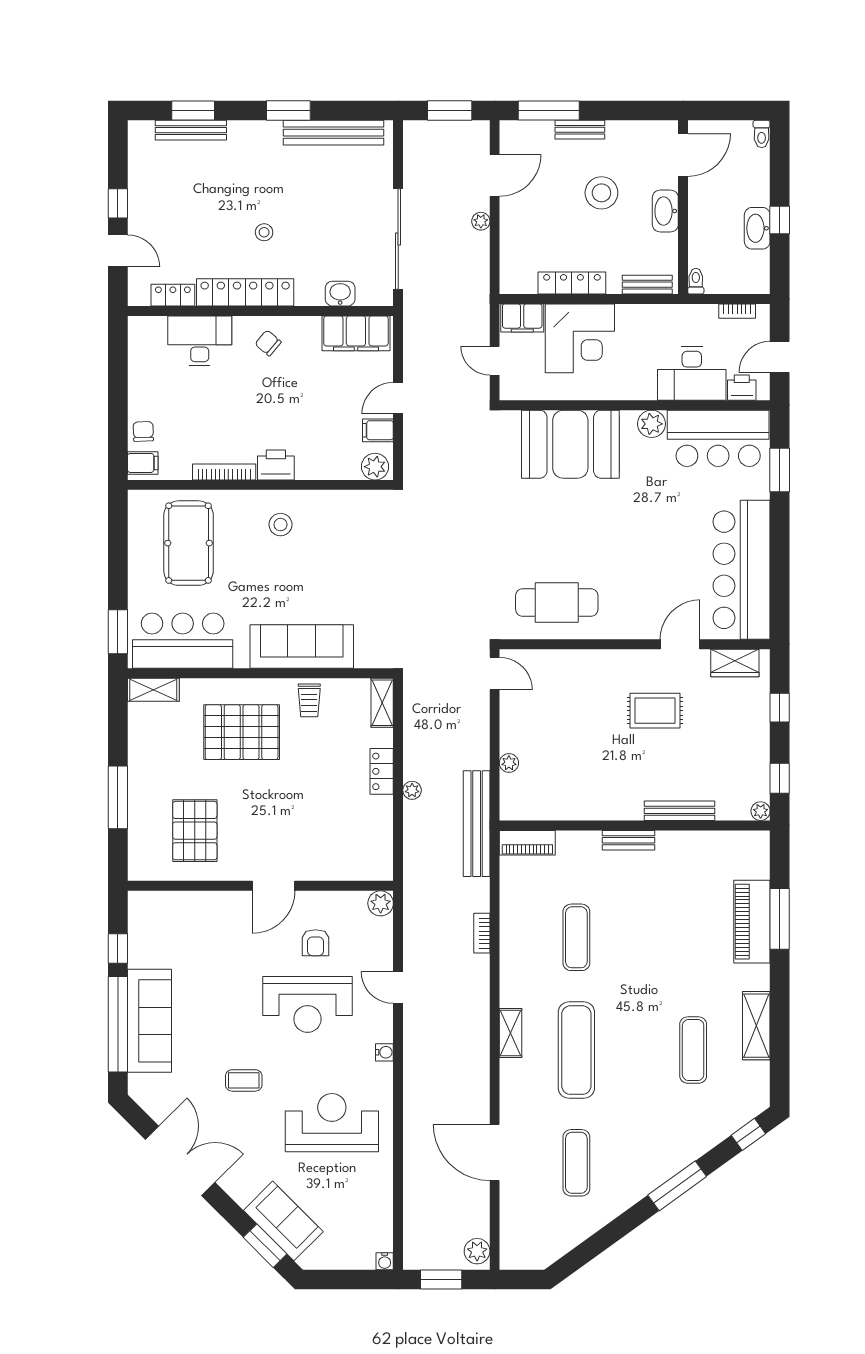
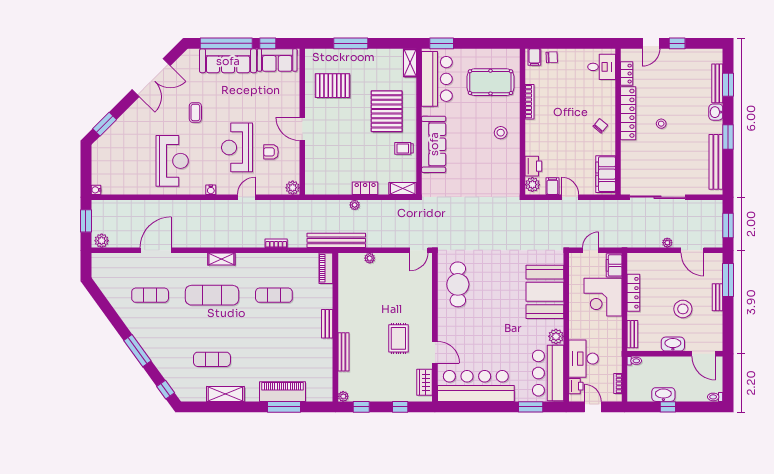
washbasin: (340, 294) -> (716, 112), moved, turned 180
desk: (200, 341) -> (602, 67), moved, width x0.73
printer: (276, 465) -> (533, 166), moved
sofa: (283, 1221) -> (277, 60), moved, turned 45

